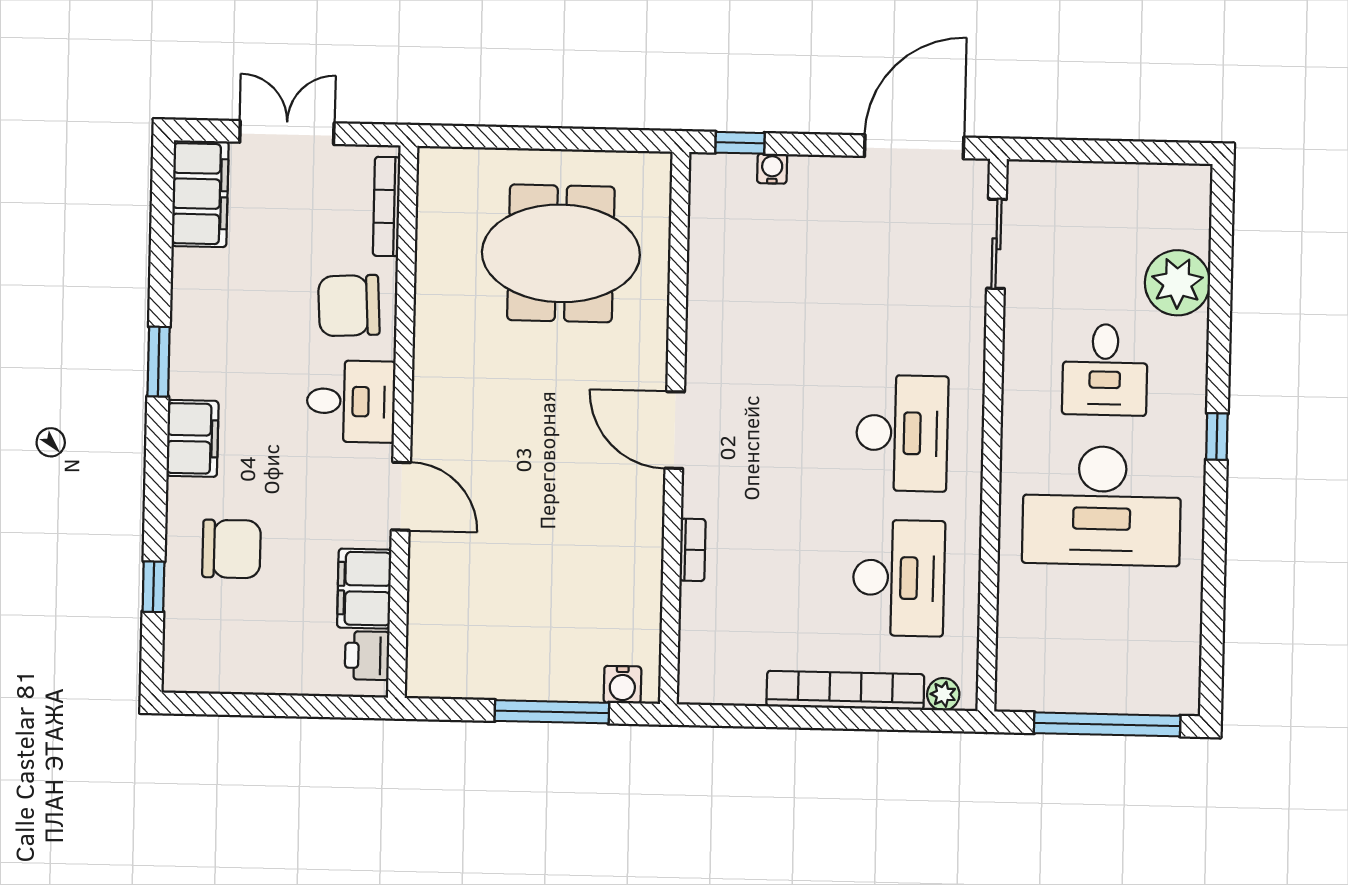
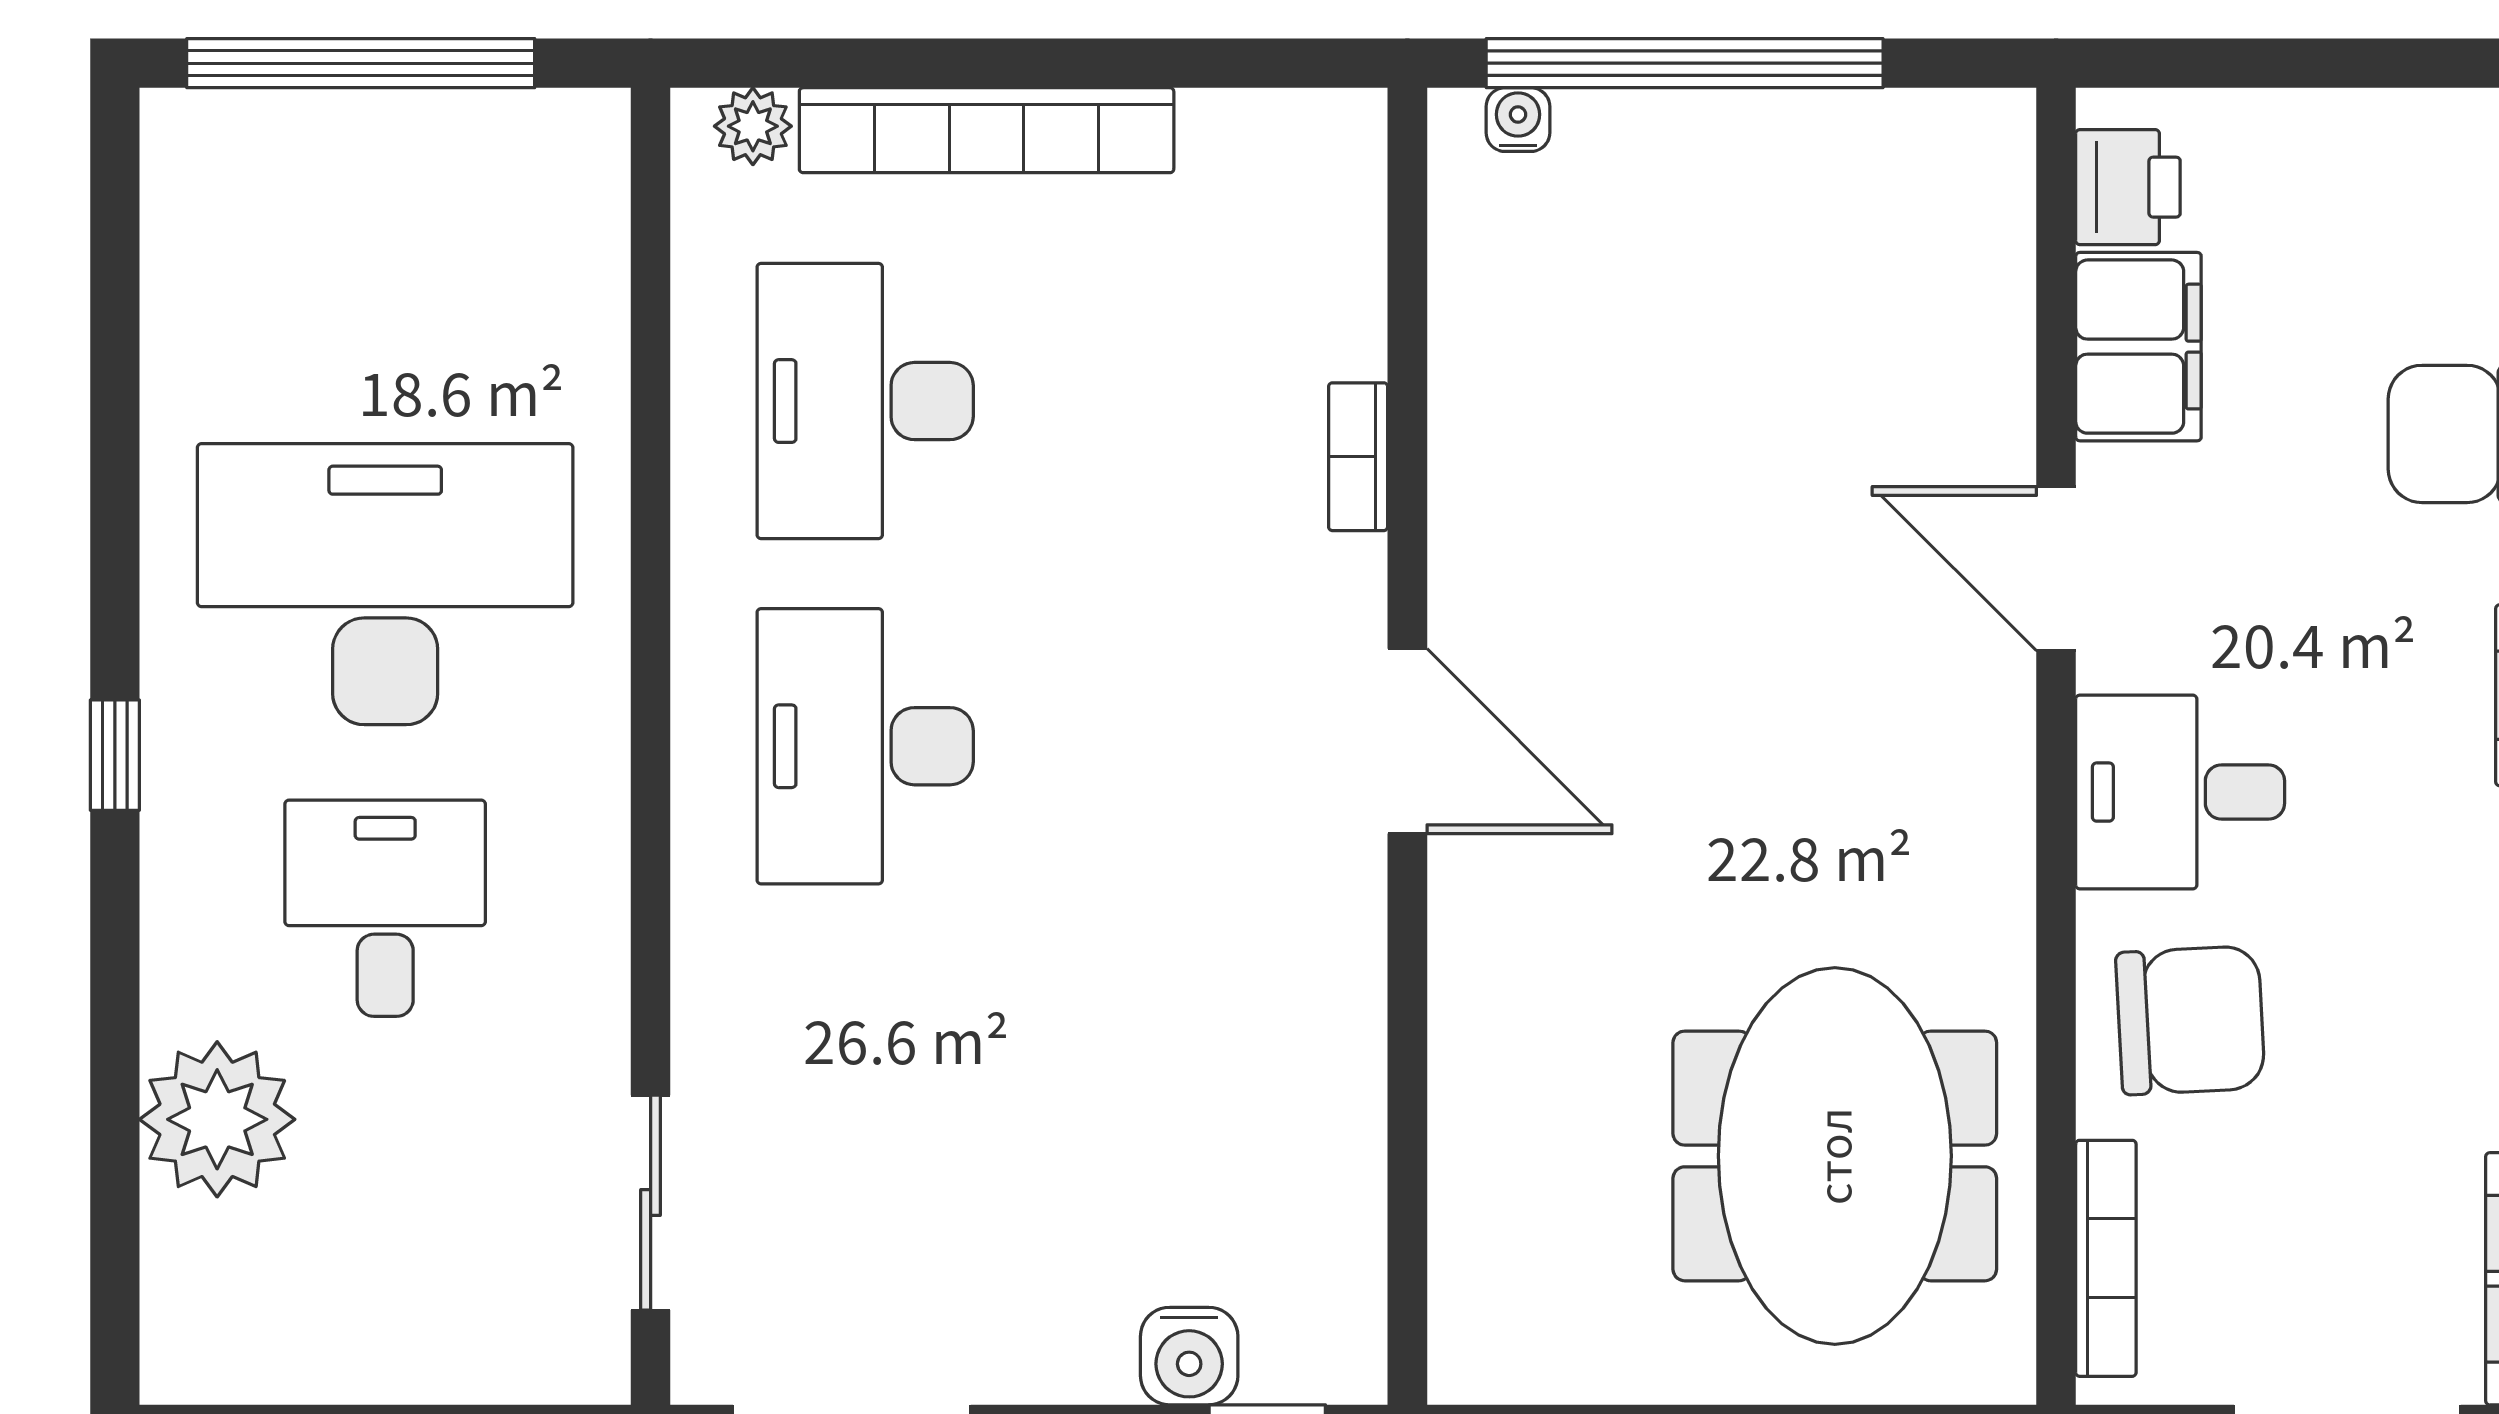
water cooler: (772, 169) -> (1189, 1356), width x1.38, depth x1.38
meeting table: (561, 253) -> (1835, 1156), moved, turned 90
water cooler: (622, 685) -> (1518, 120), width x0.72, depth x0.72
window: (552, 712) -> (1685, 63), width x1.46

